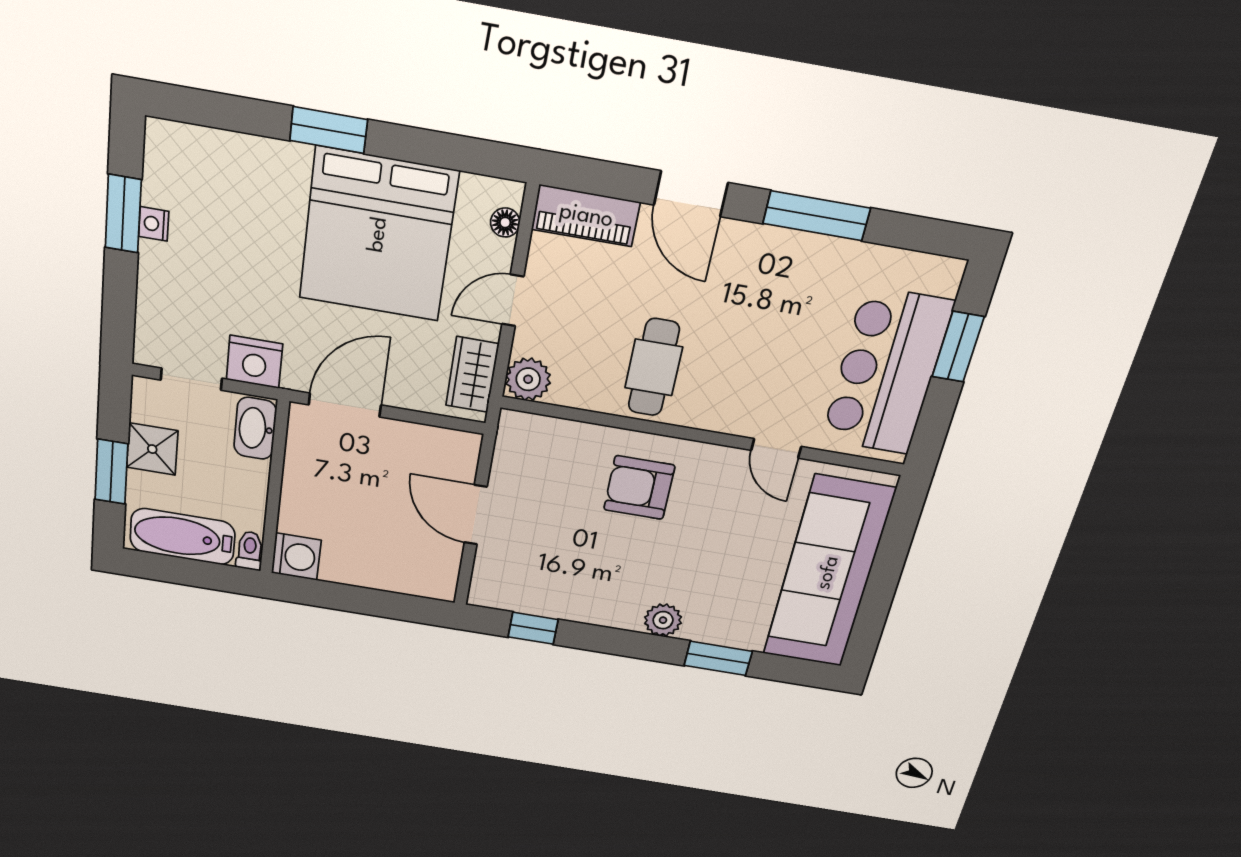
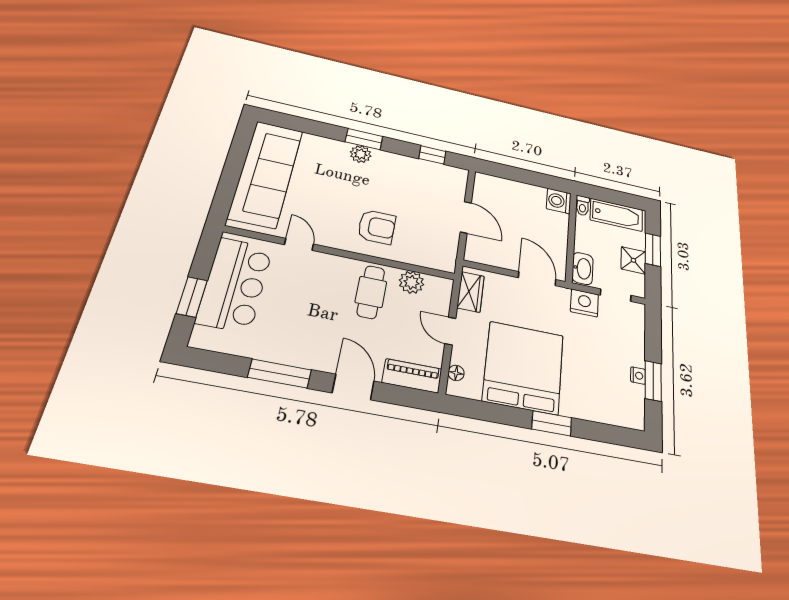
door: (513, 300) -> (450, 331), swing flipped
plant: (528, 379) -> (411, 282), moved
door: (345, 405) -> (537, 279), swing flipped
window: (718, 658) -> (364, 139), moved

